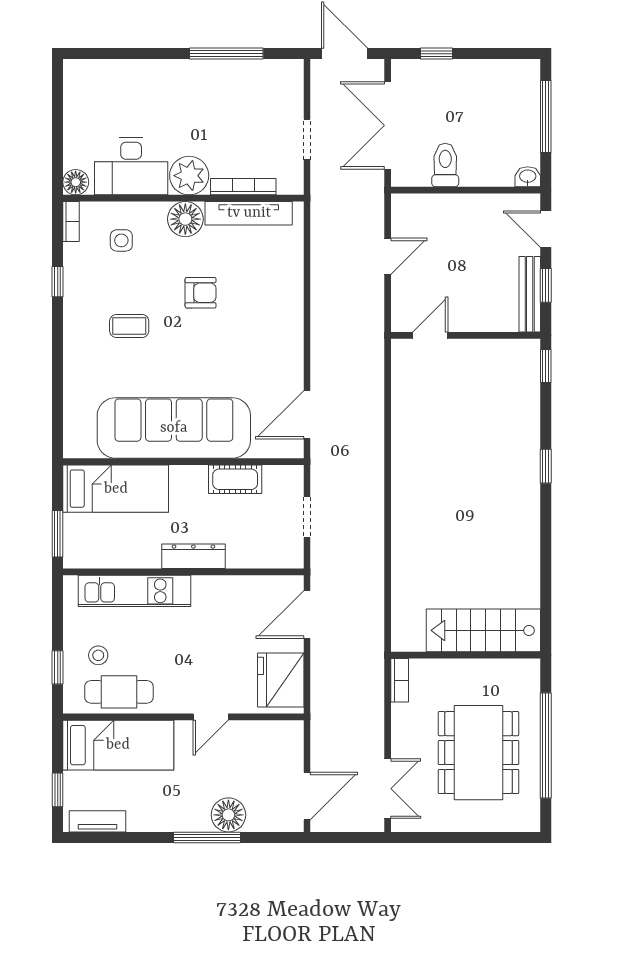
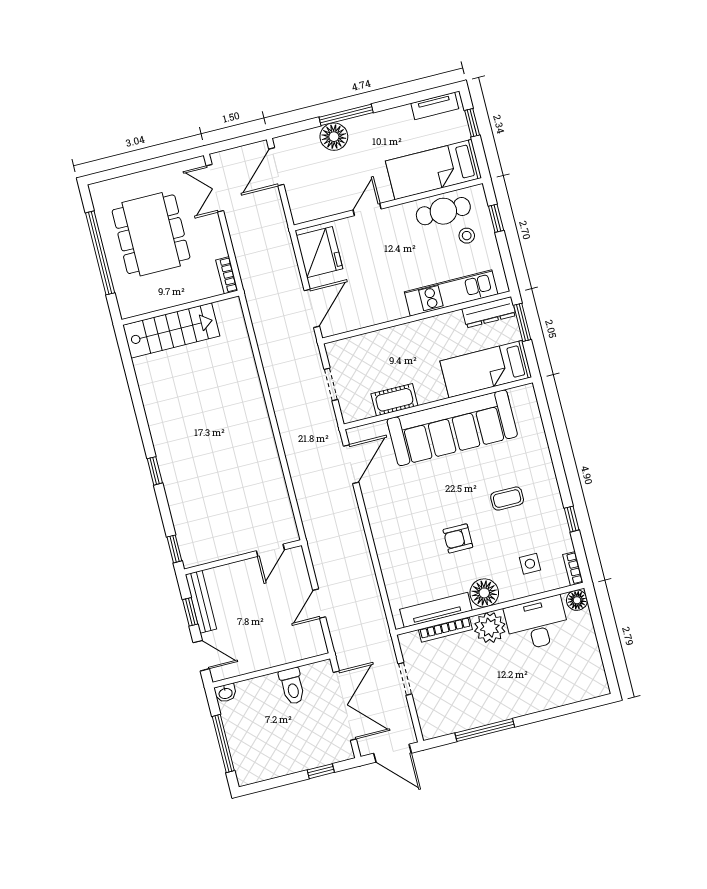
dresser: (193, 556) -> (489, 312), moved

